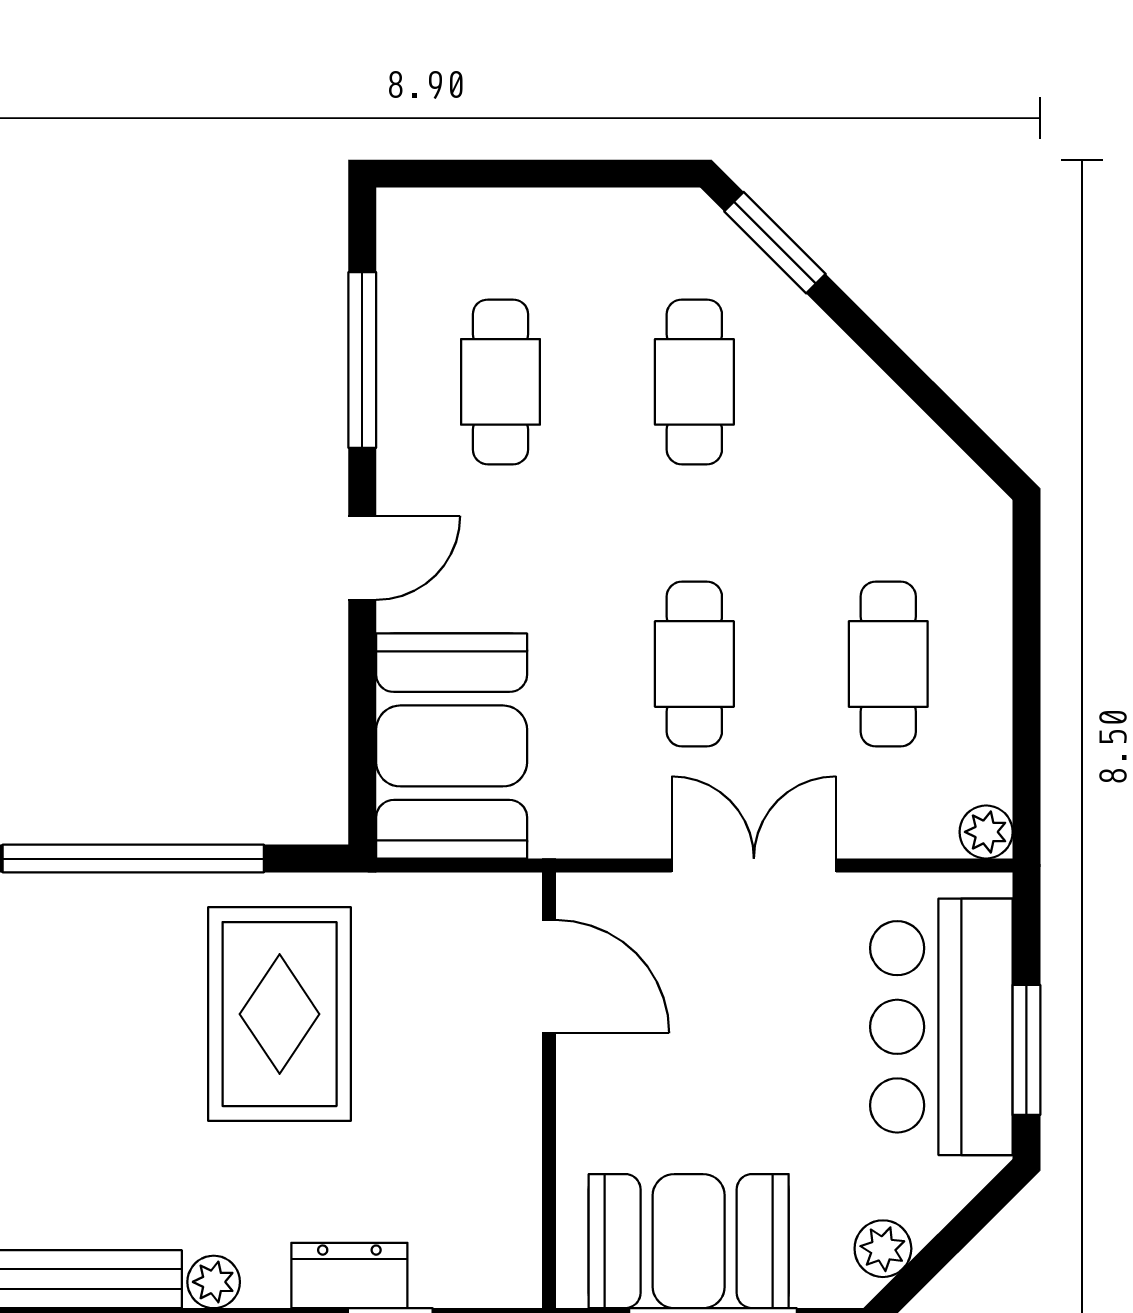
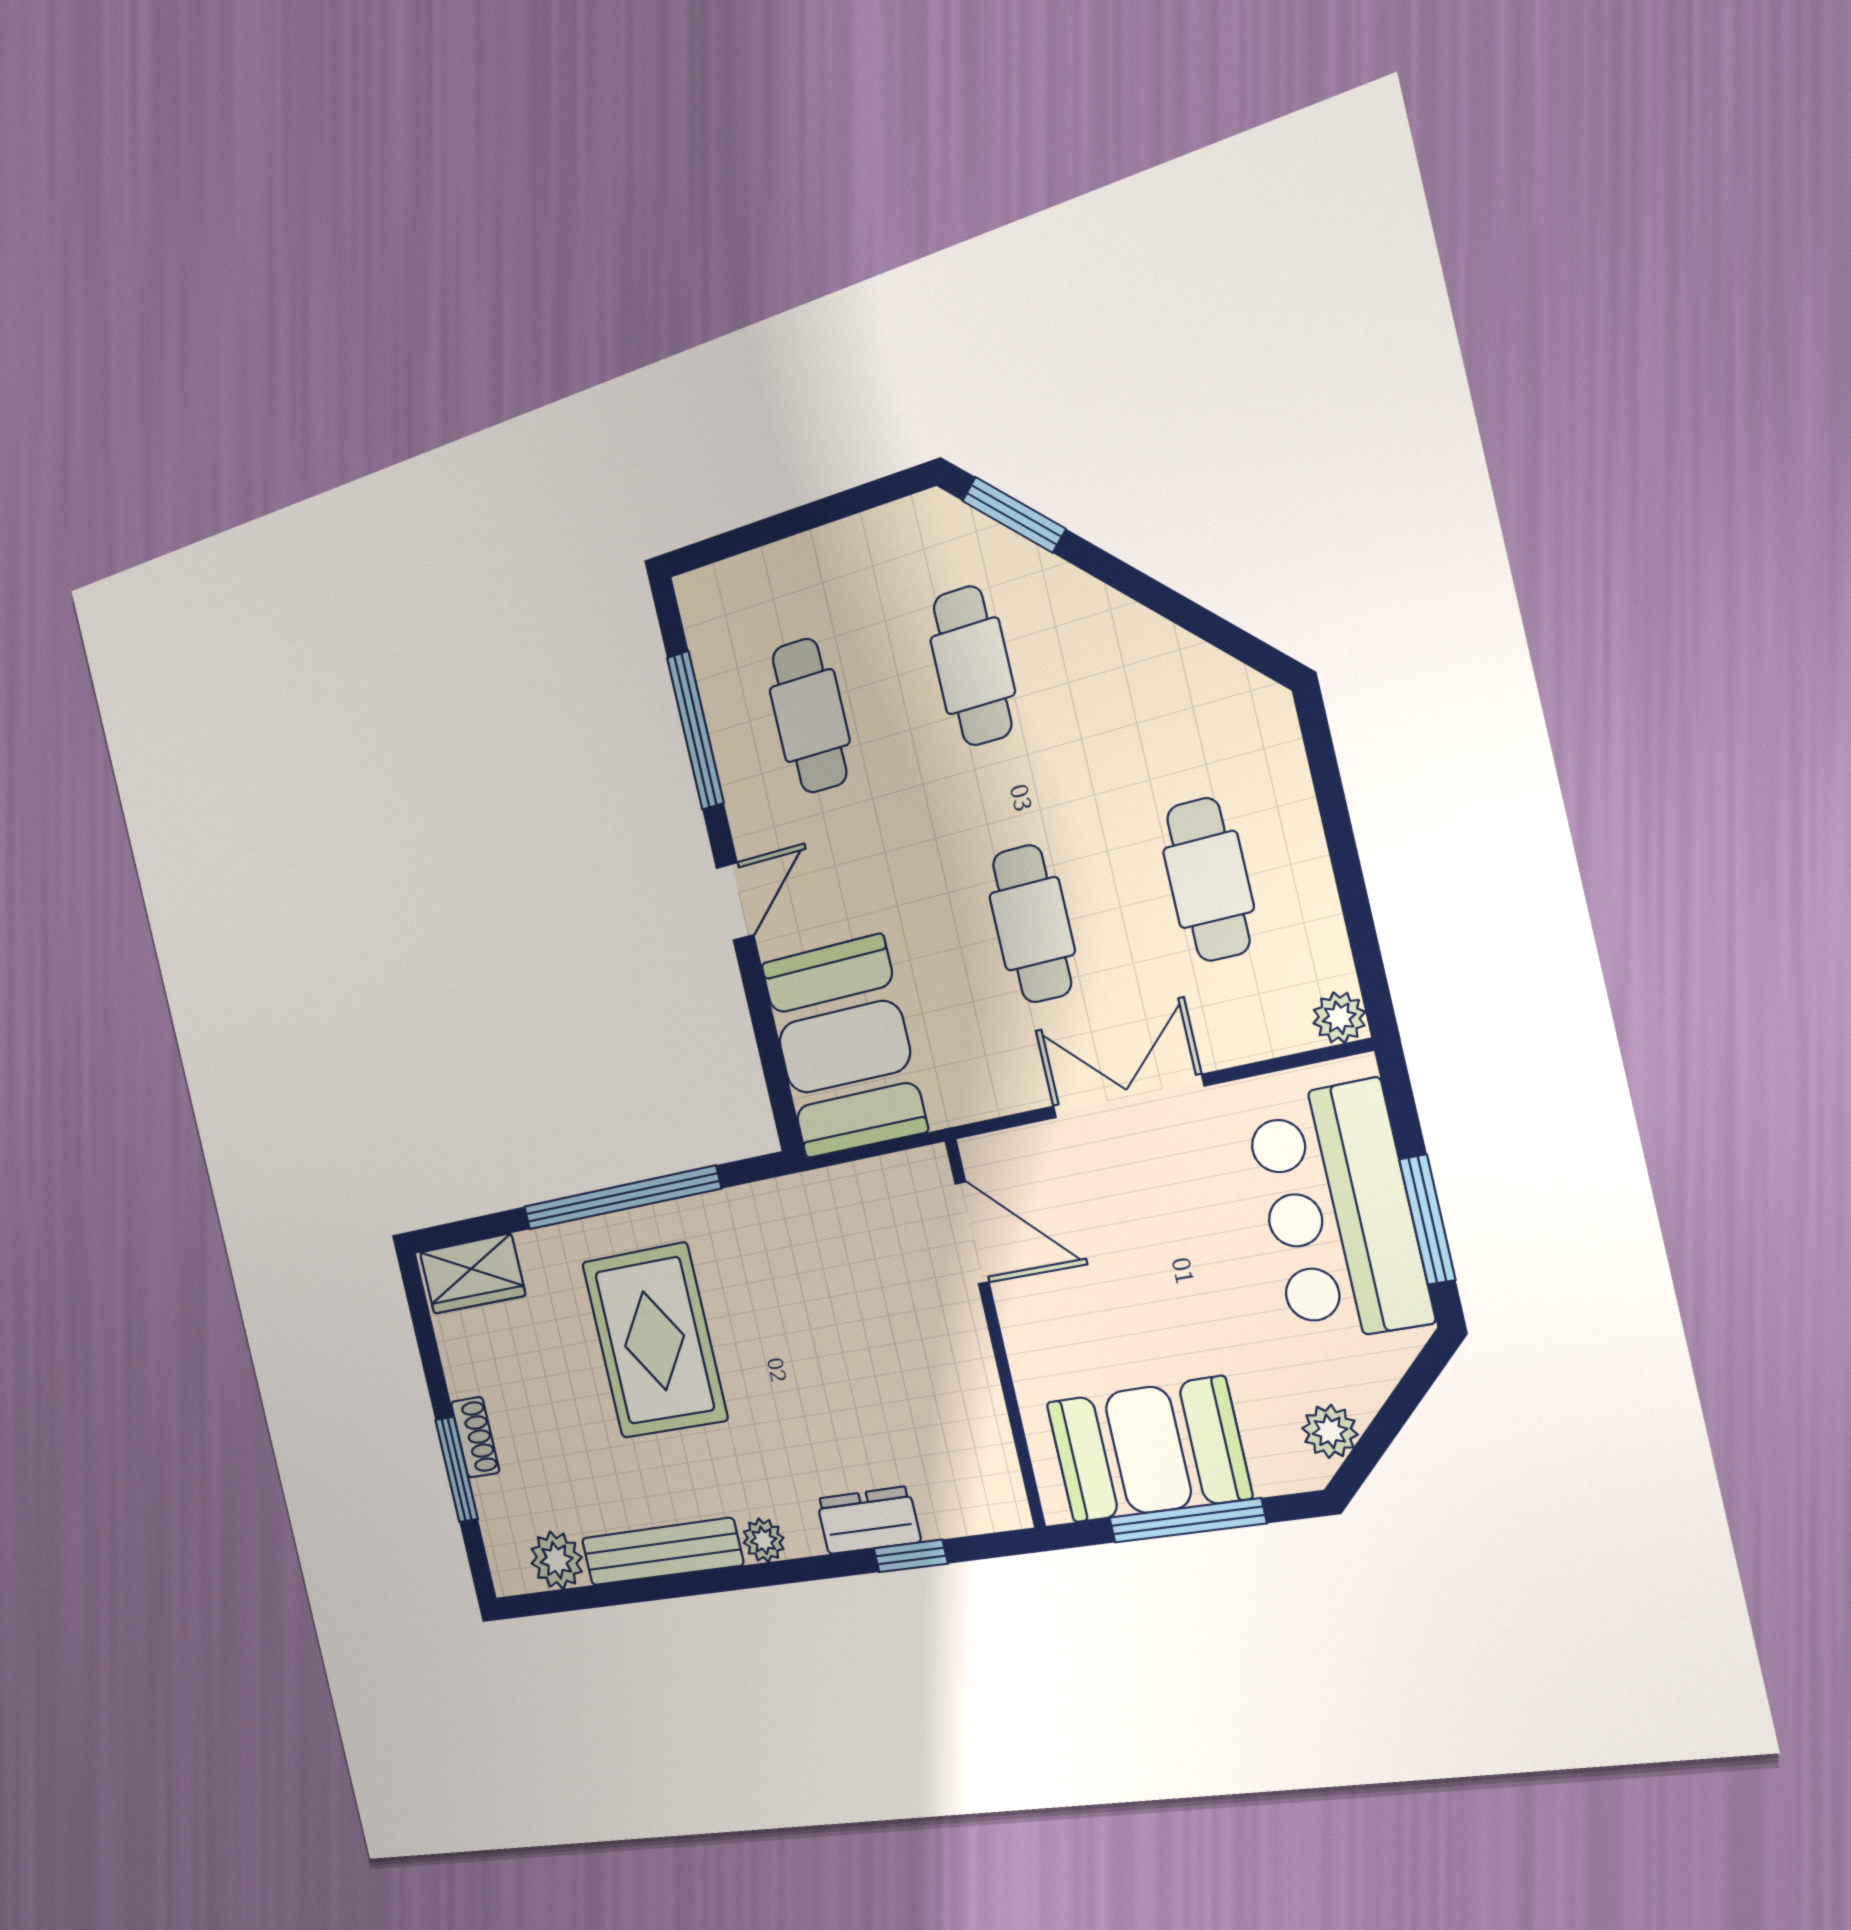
rug: (280, 1014) -> (654, 1341), moved

